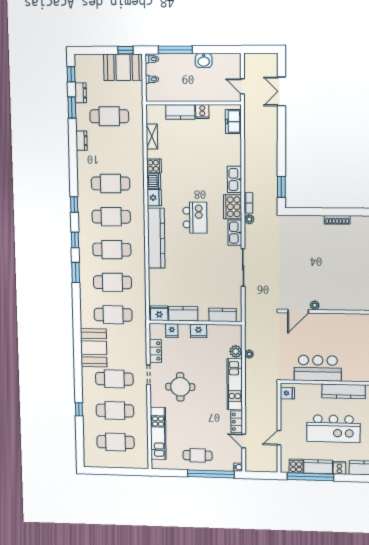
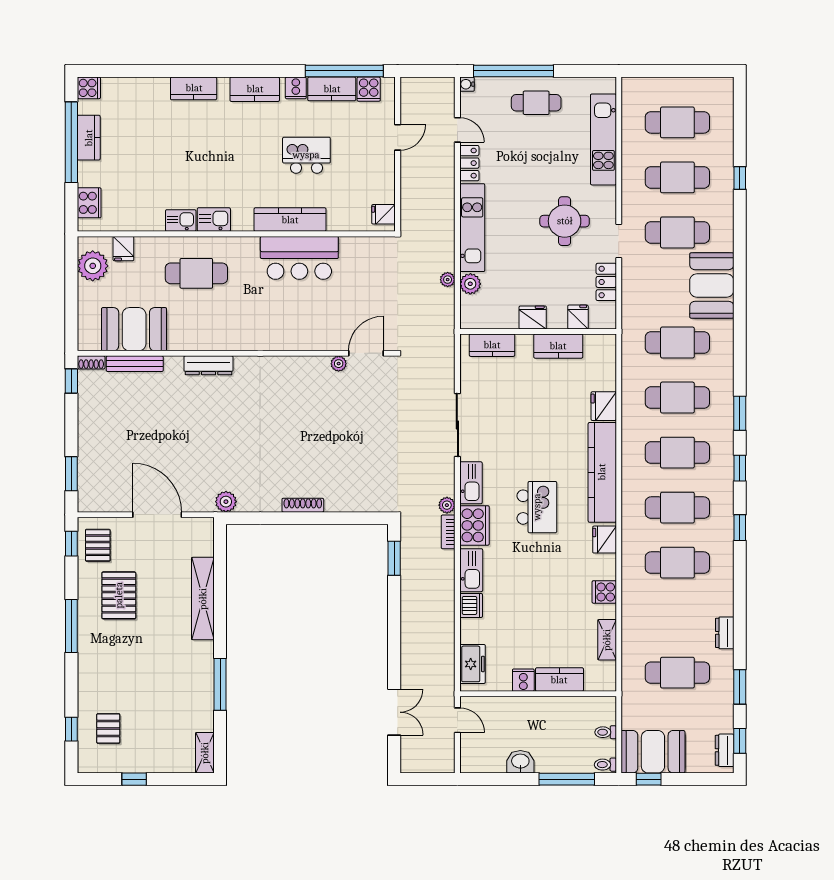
dresser: (81, 93) -> (725, 750), moved
dishwasher: (154, 181) -> (471, 605), moved, turned 180
kitchen island: (195, 218) -> (537, 507), turned 180
fridge: (159, 313) -> (604, 406), moved, turned 90
bar counter: (318, 368) -> (299, 258), moved
kitchen island: (333, 429) -> (306, 155), width x0.54, depth x0.78

